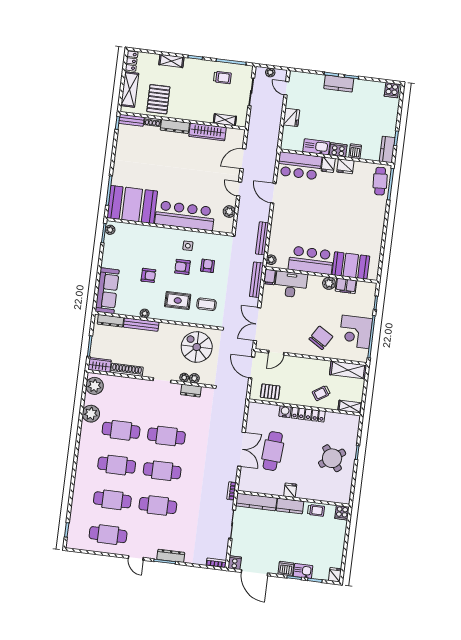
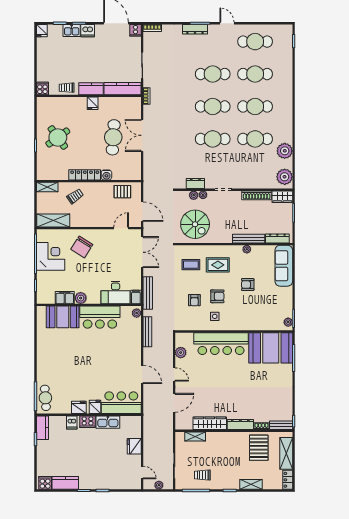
kitchen counter: (339, 83) -> (65, 483), moved

